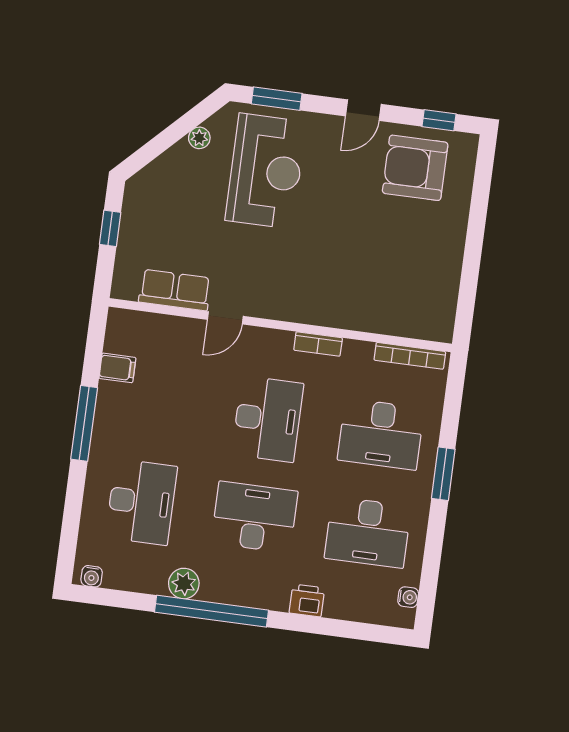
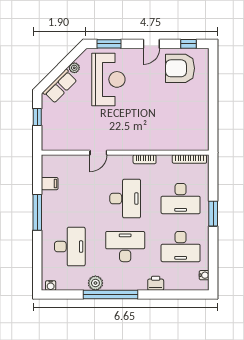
row of seats: (175, 290) -> (60, 86), moved, turned 135

